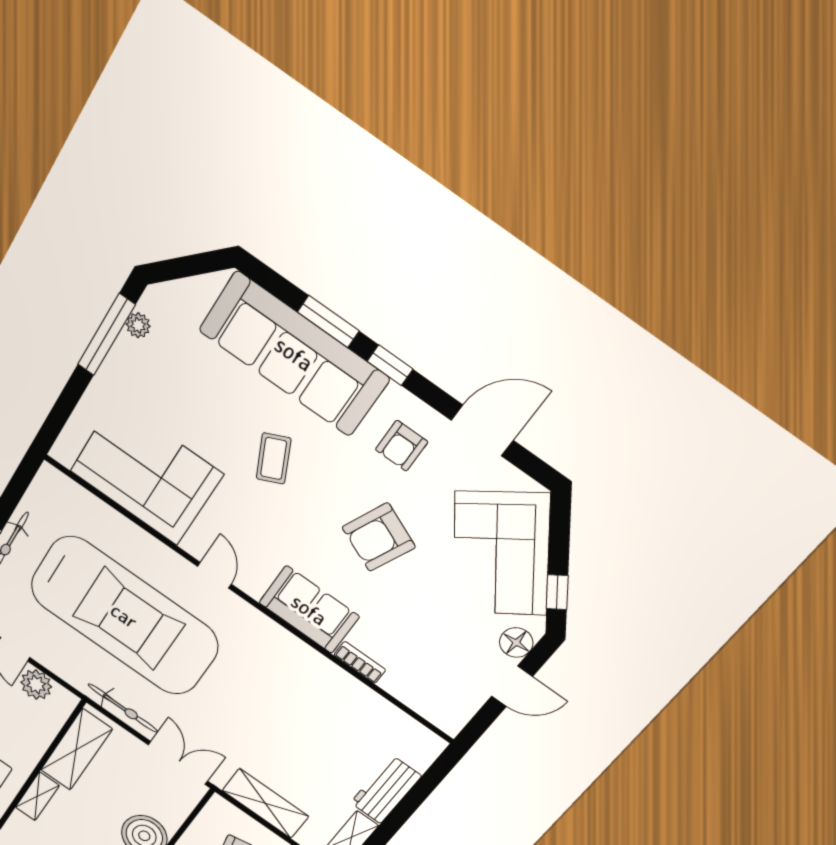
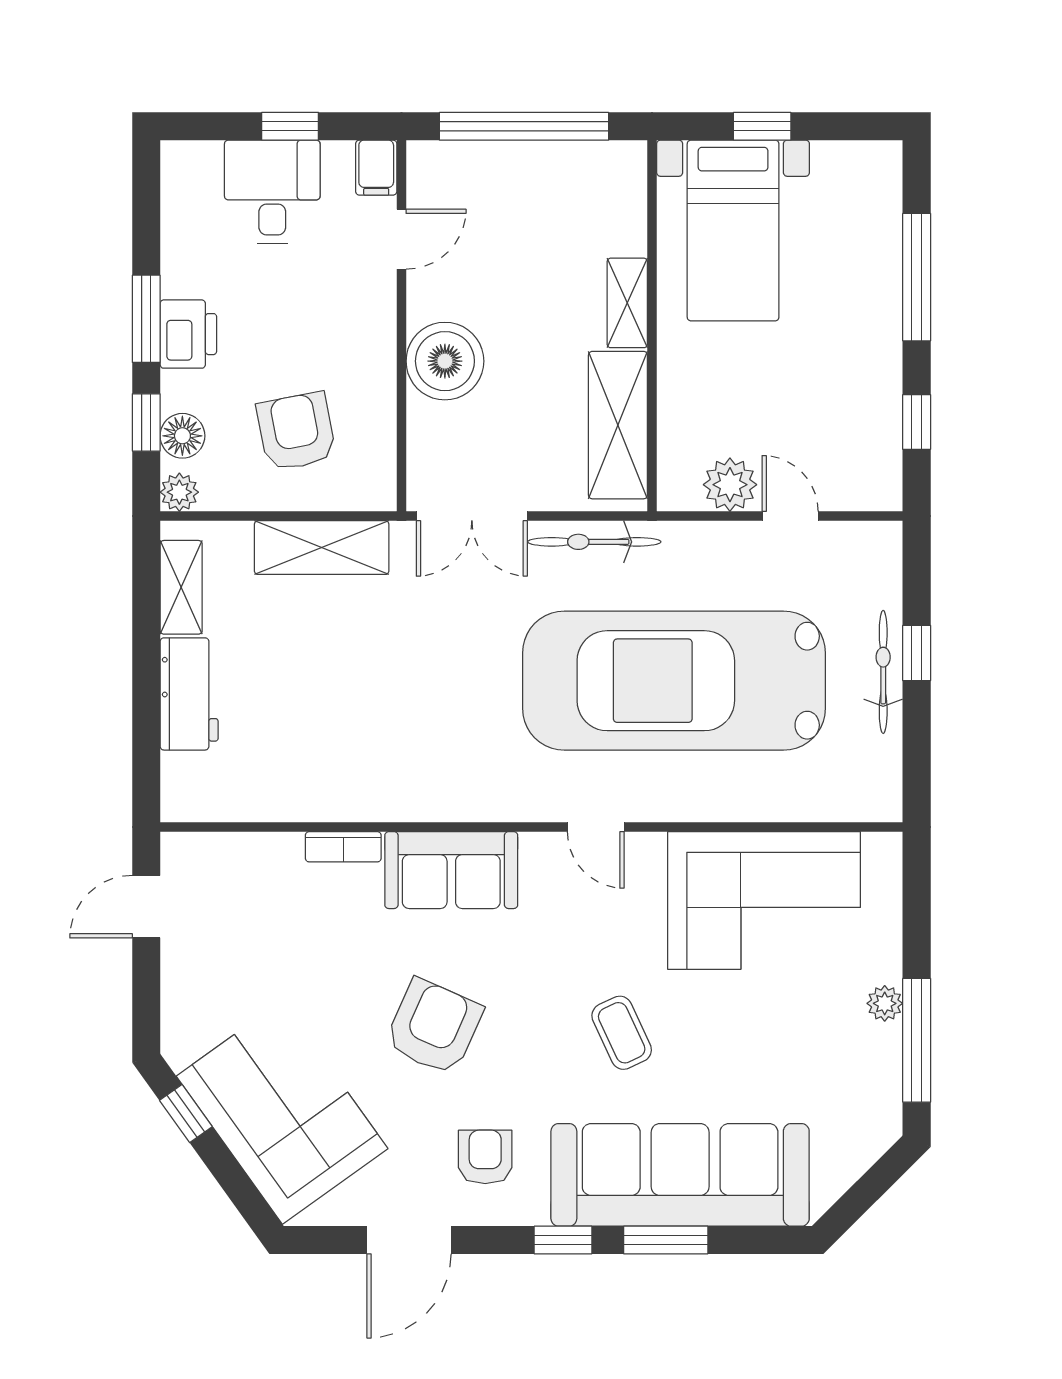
plant: (138, 325) -> (885, 1003), moved
floor lamp: (516, 643) -> (183, 1016), removed
door: (512, 686) -> (146, 907), moved

